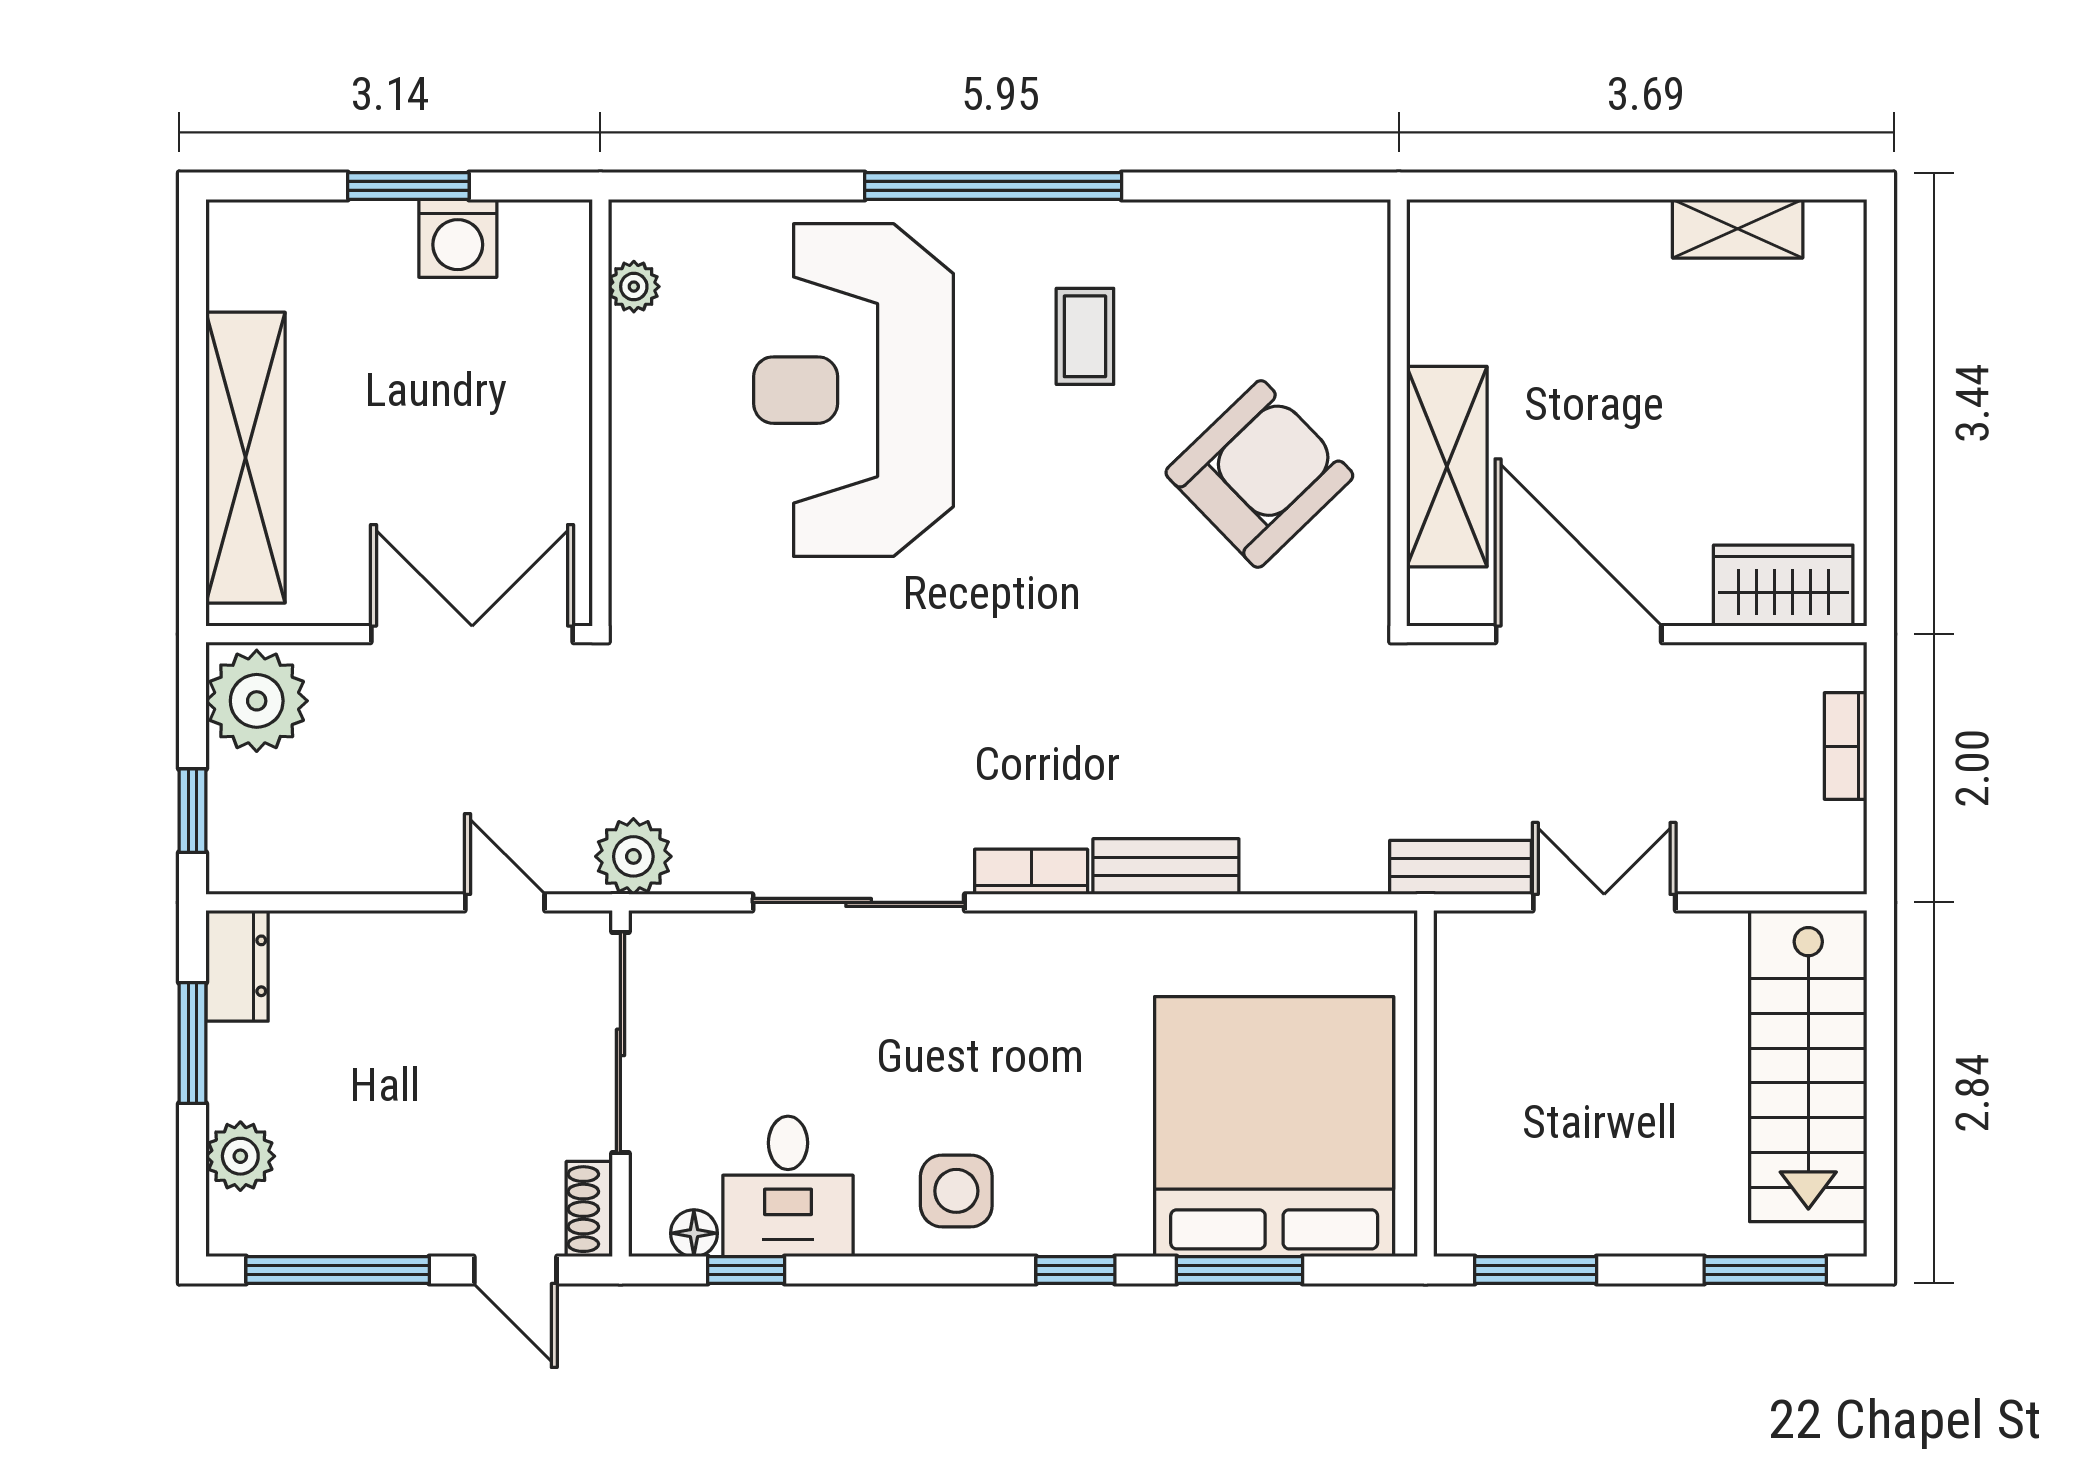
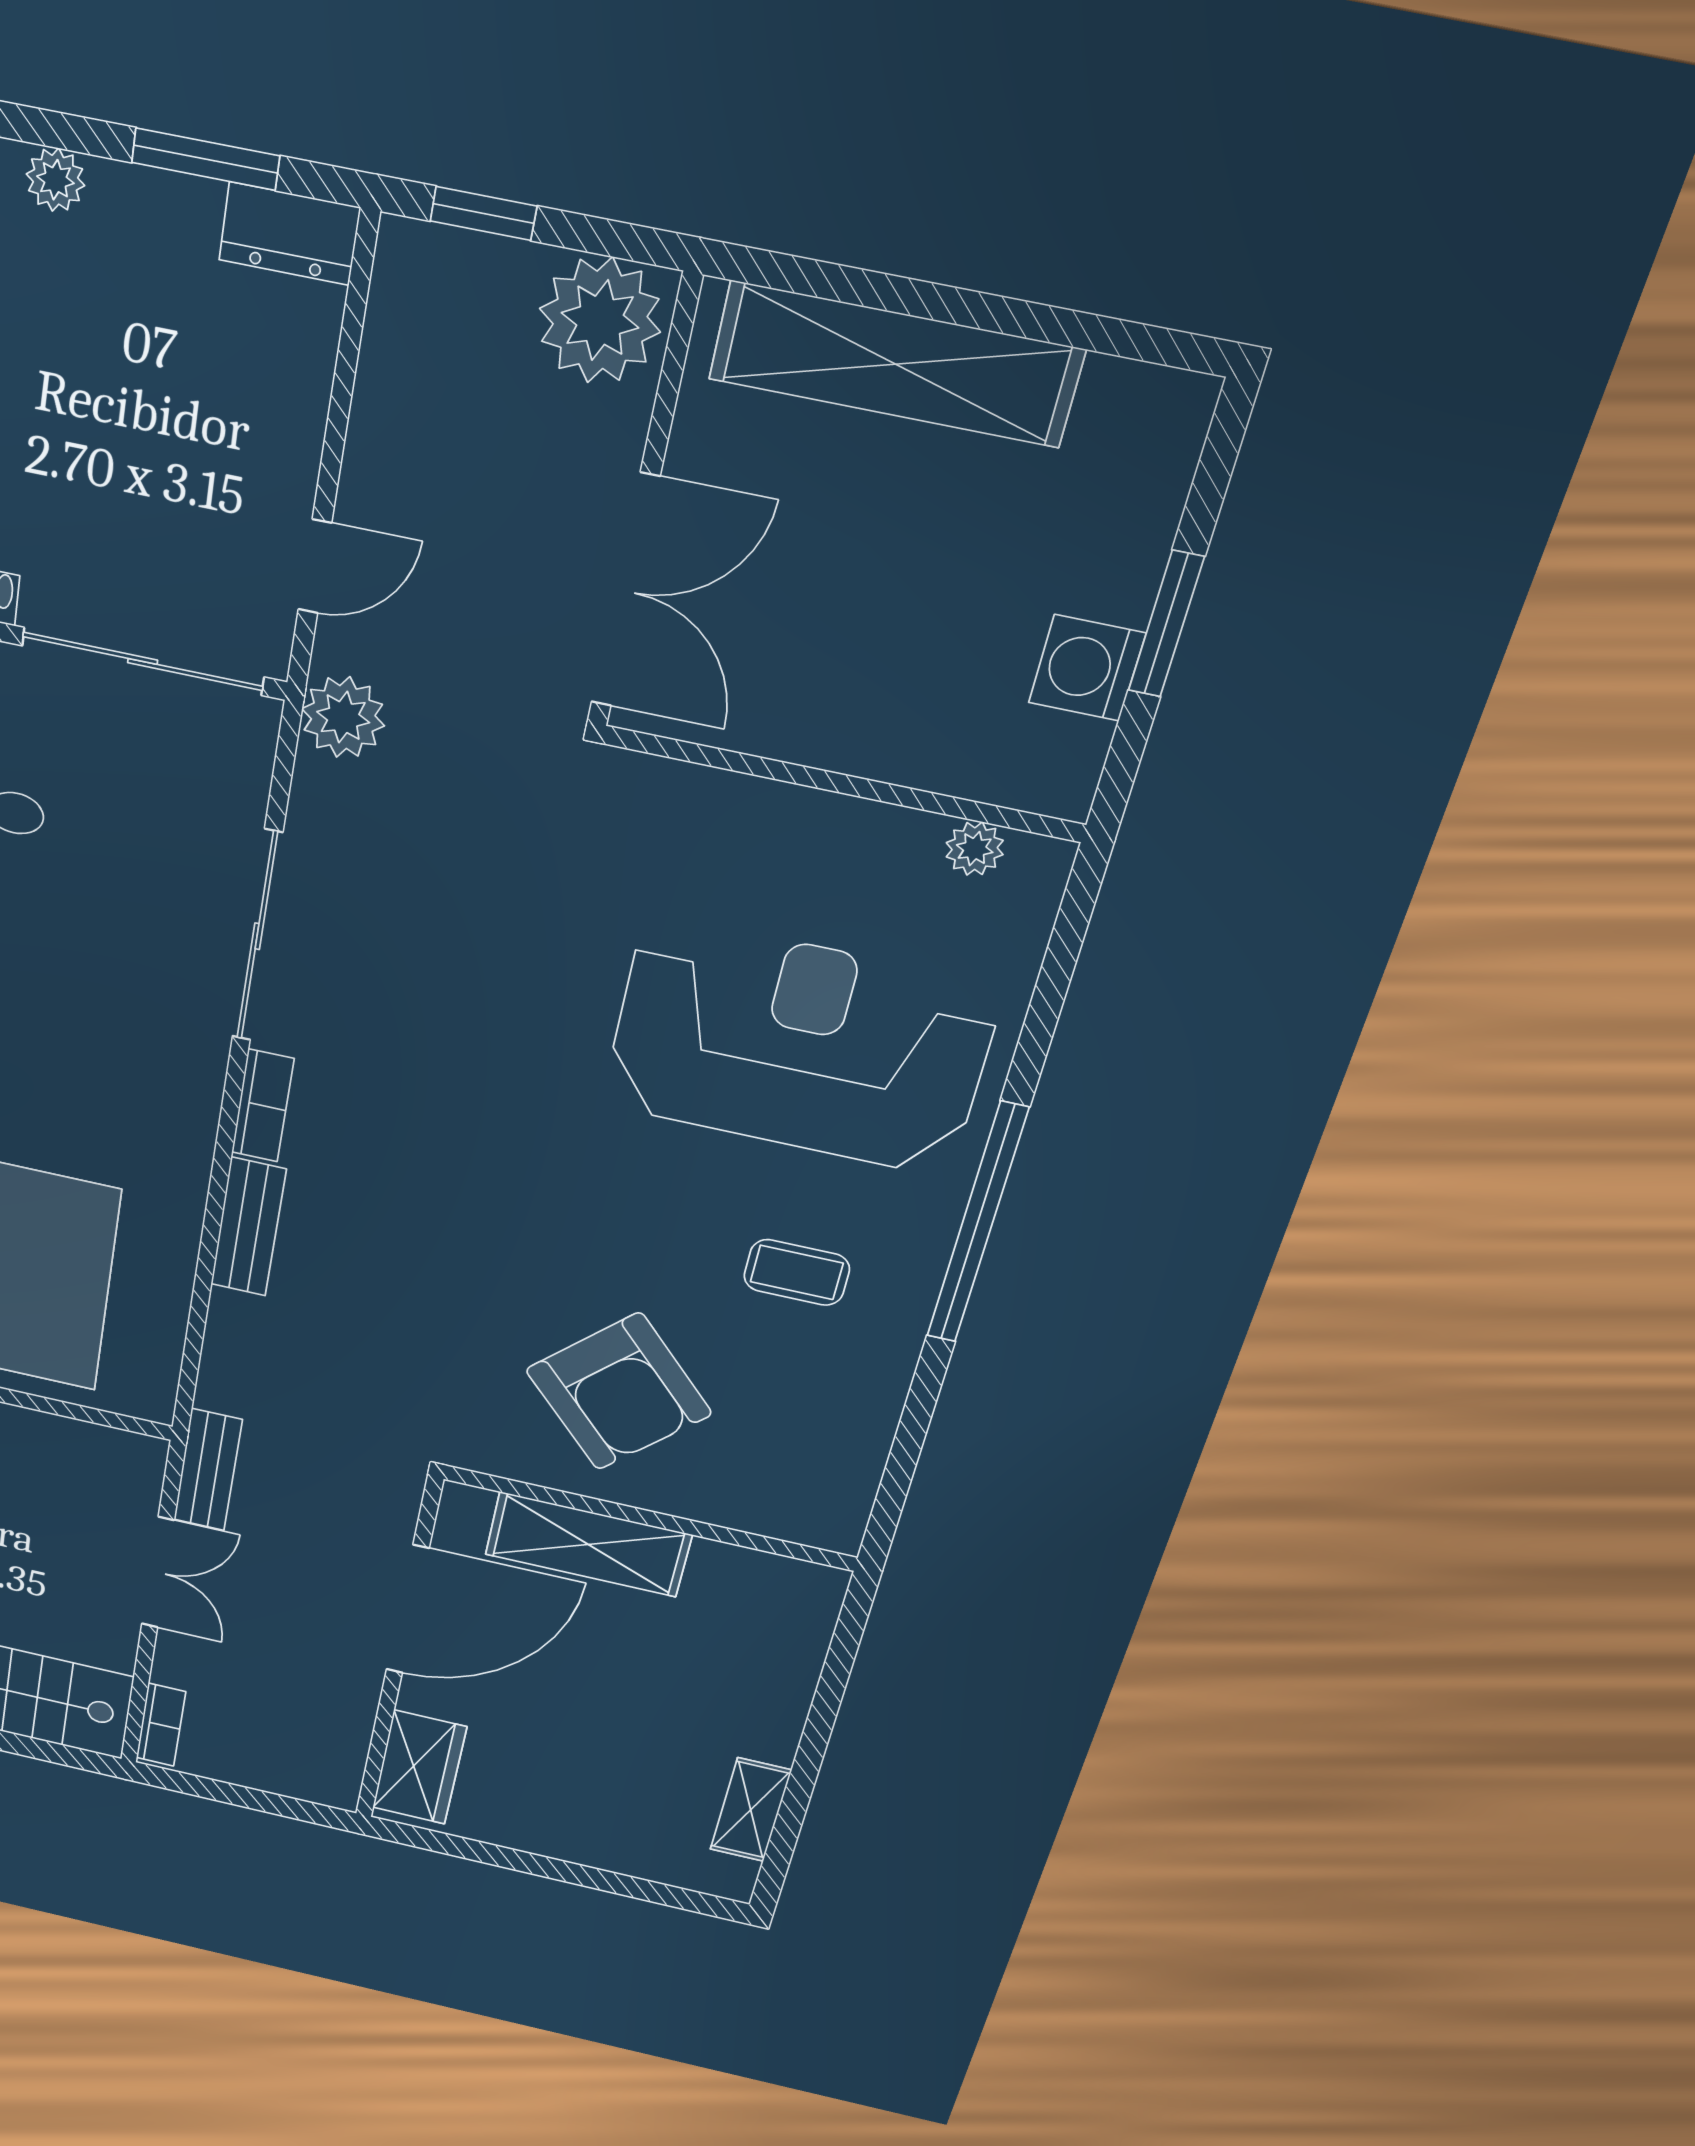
bookcase: (1846, 746) -> (161, 1725), moved, turned 90
plant: (240, 1156) -> (55, 180), width x0.73, depth x0.73

